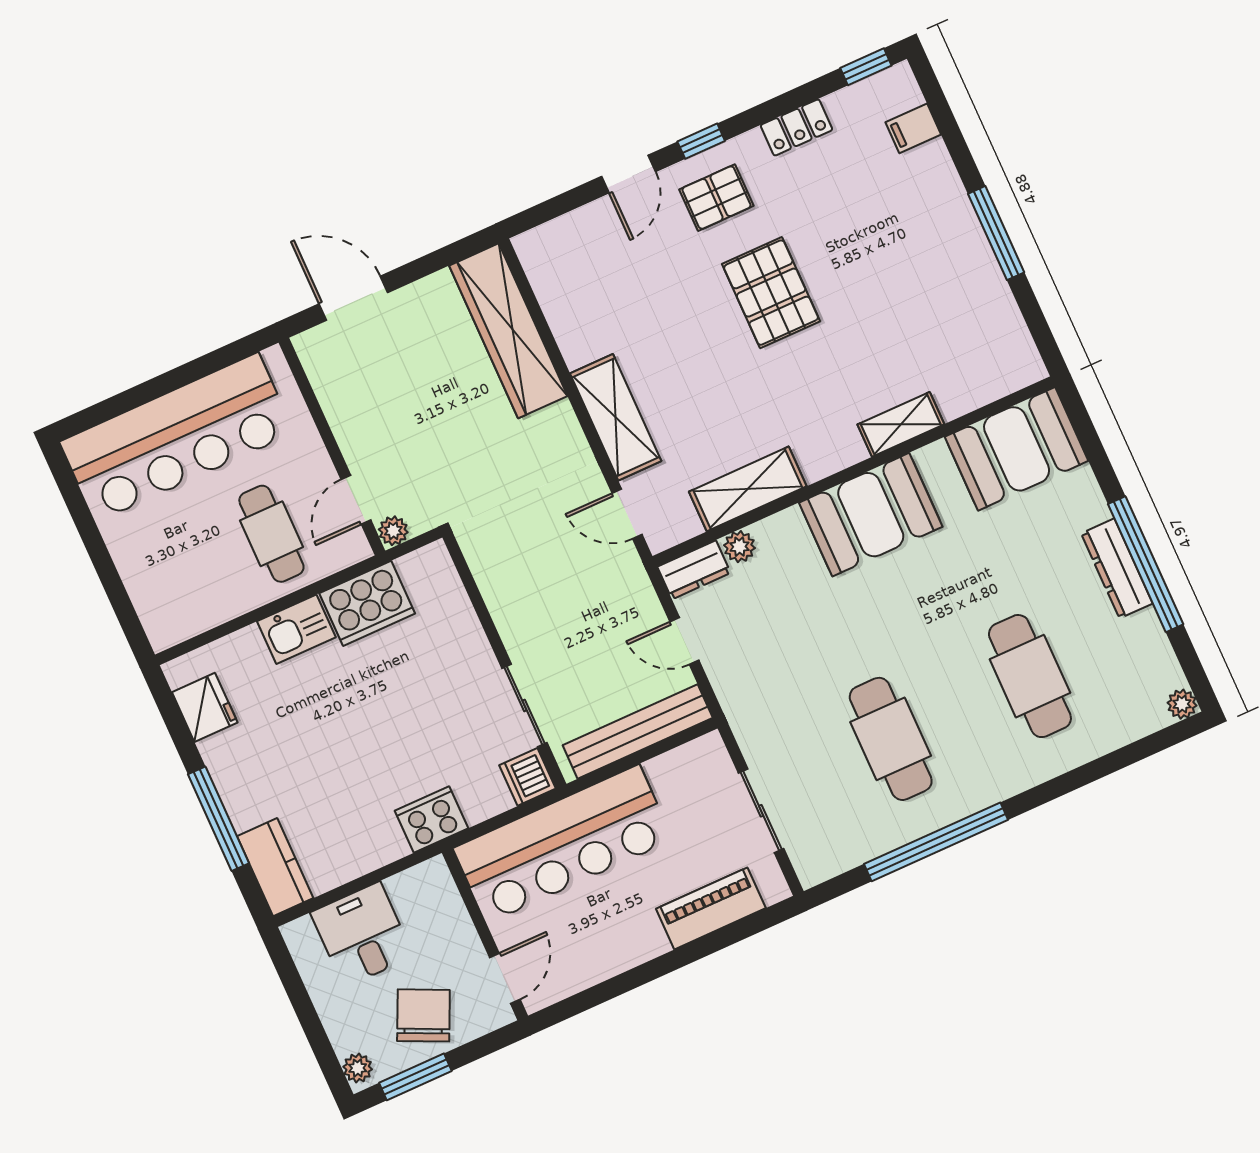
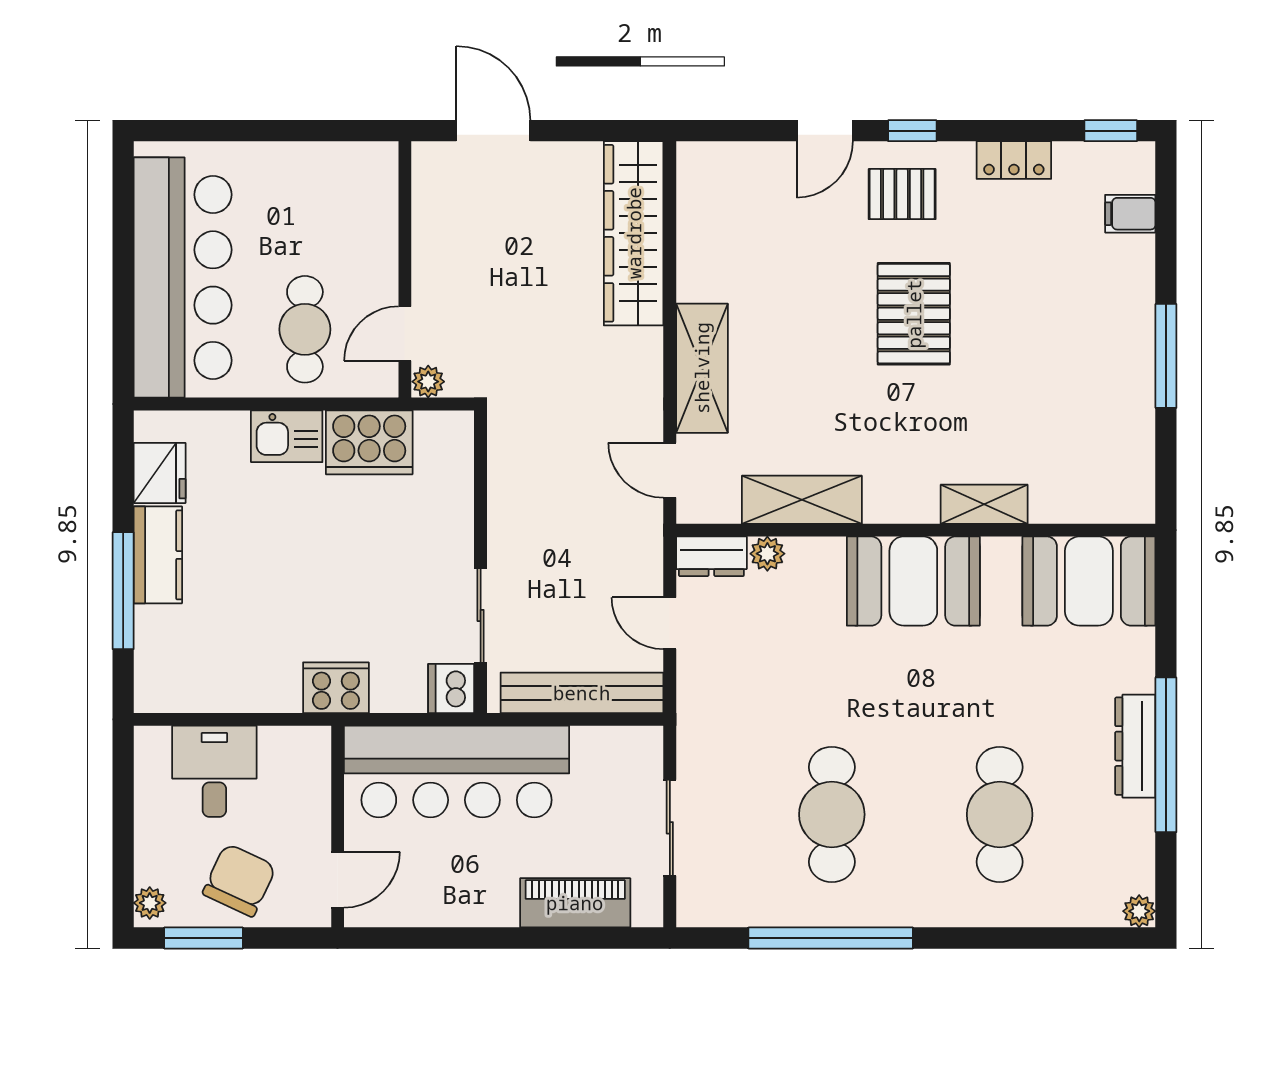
bar counter: (177, 437) -> (183, 277), moved, turned -90
kitchen counter: (275, 867) -> (158, 555), moved

